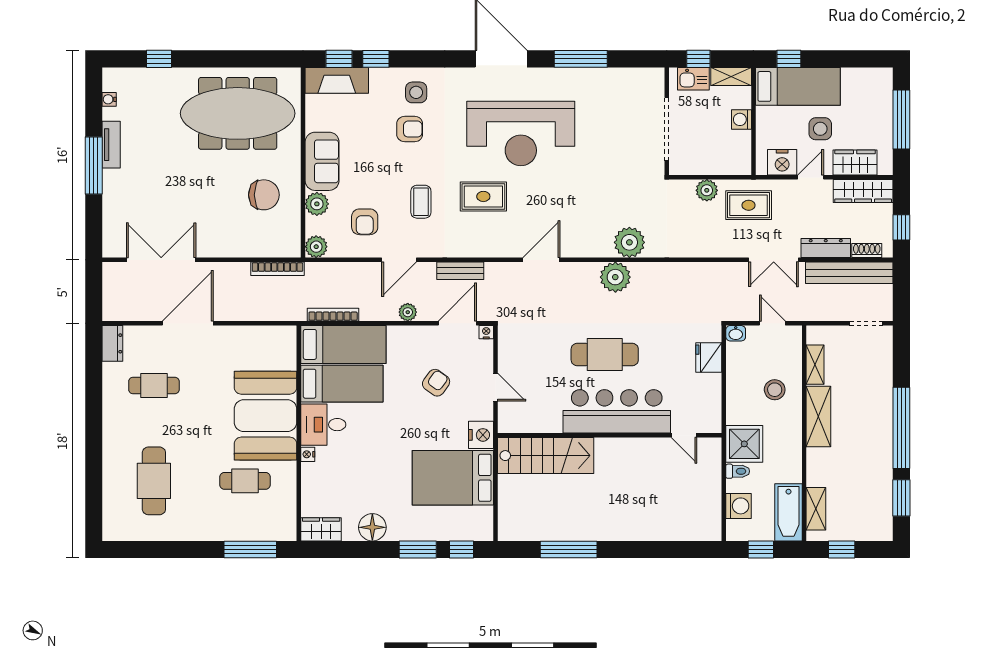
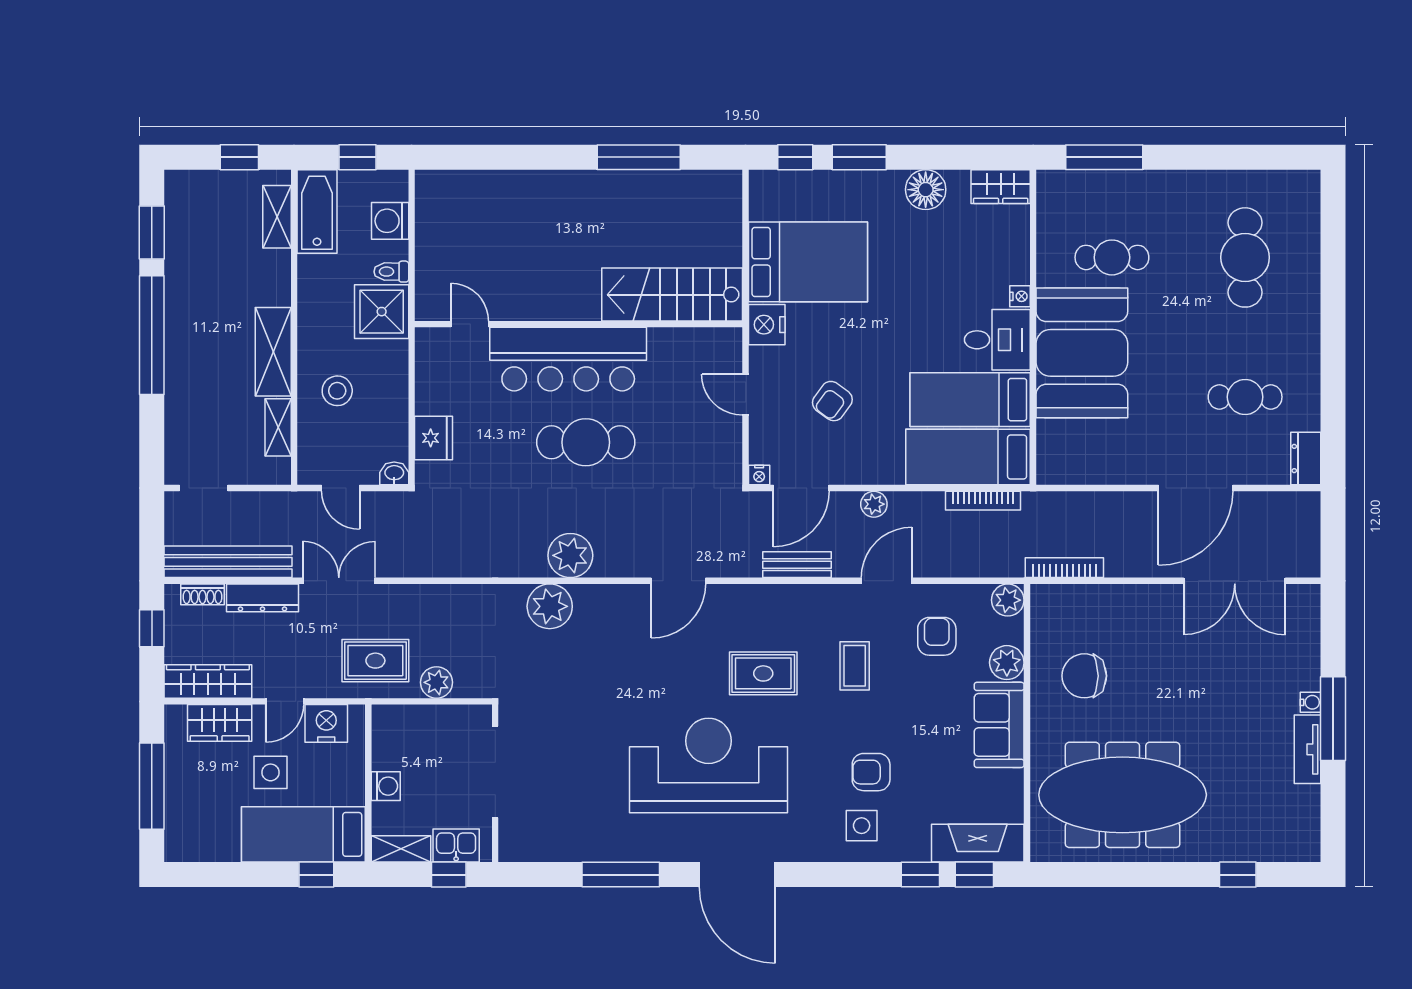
water cooler: (109, 99) -> (1311, 702), moved

